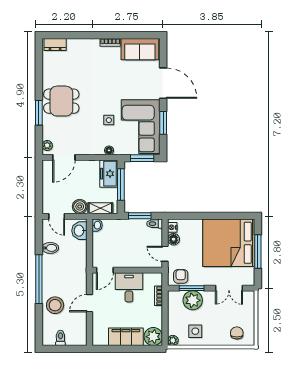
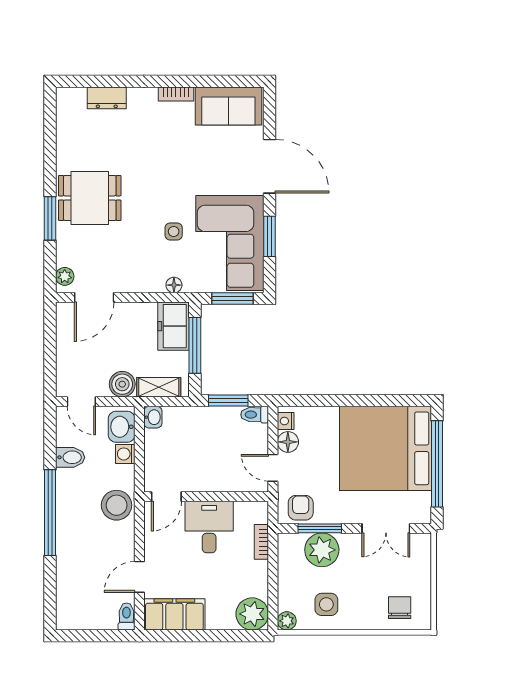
dresser: (55, 44) -> (107, 98), moved
washing machine: (81, 246) -> (125, 454), added
window: (258, 252) -> (437, 464), width x1.46
door: (89, 303) -> (139, 577), moved
stool: (55, 305) -> (117, 505), moved
filing cabinet: (126, 337) -> (174, 614), moved
toilet: (60, 338) -> (126, 616), moved

